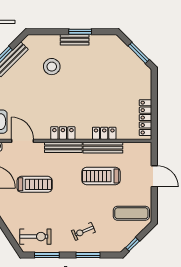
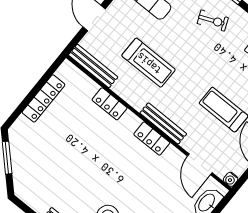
locker: (146, 118) -> (44, 98), moved
bench: (103, 148) -> (93, 66), moved

